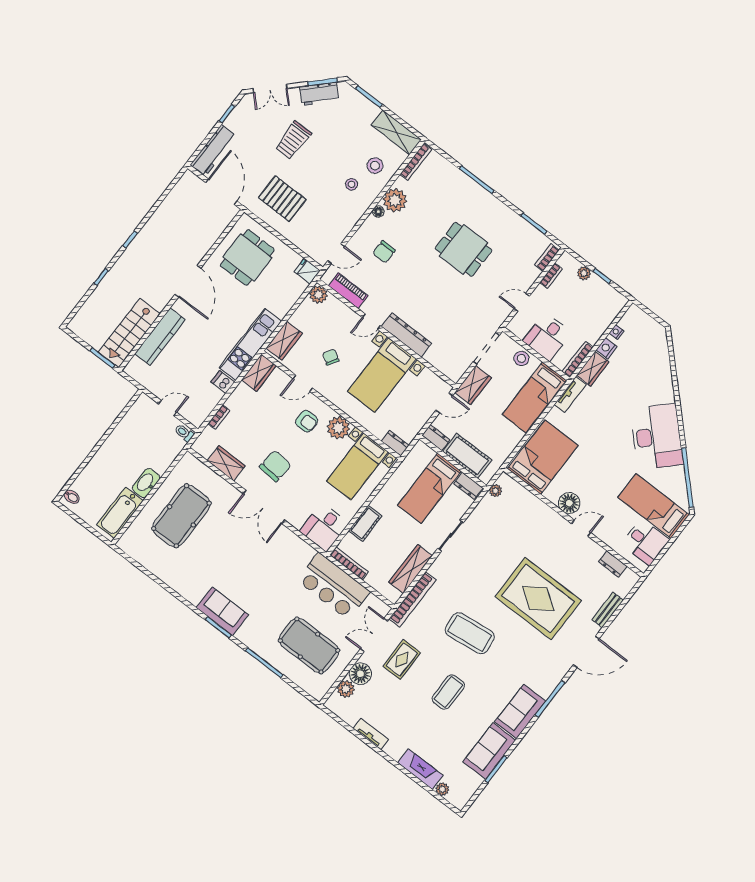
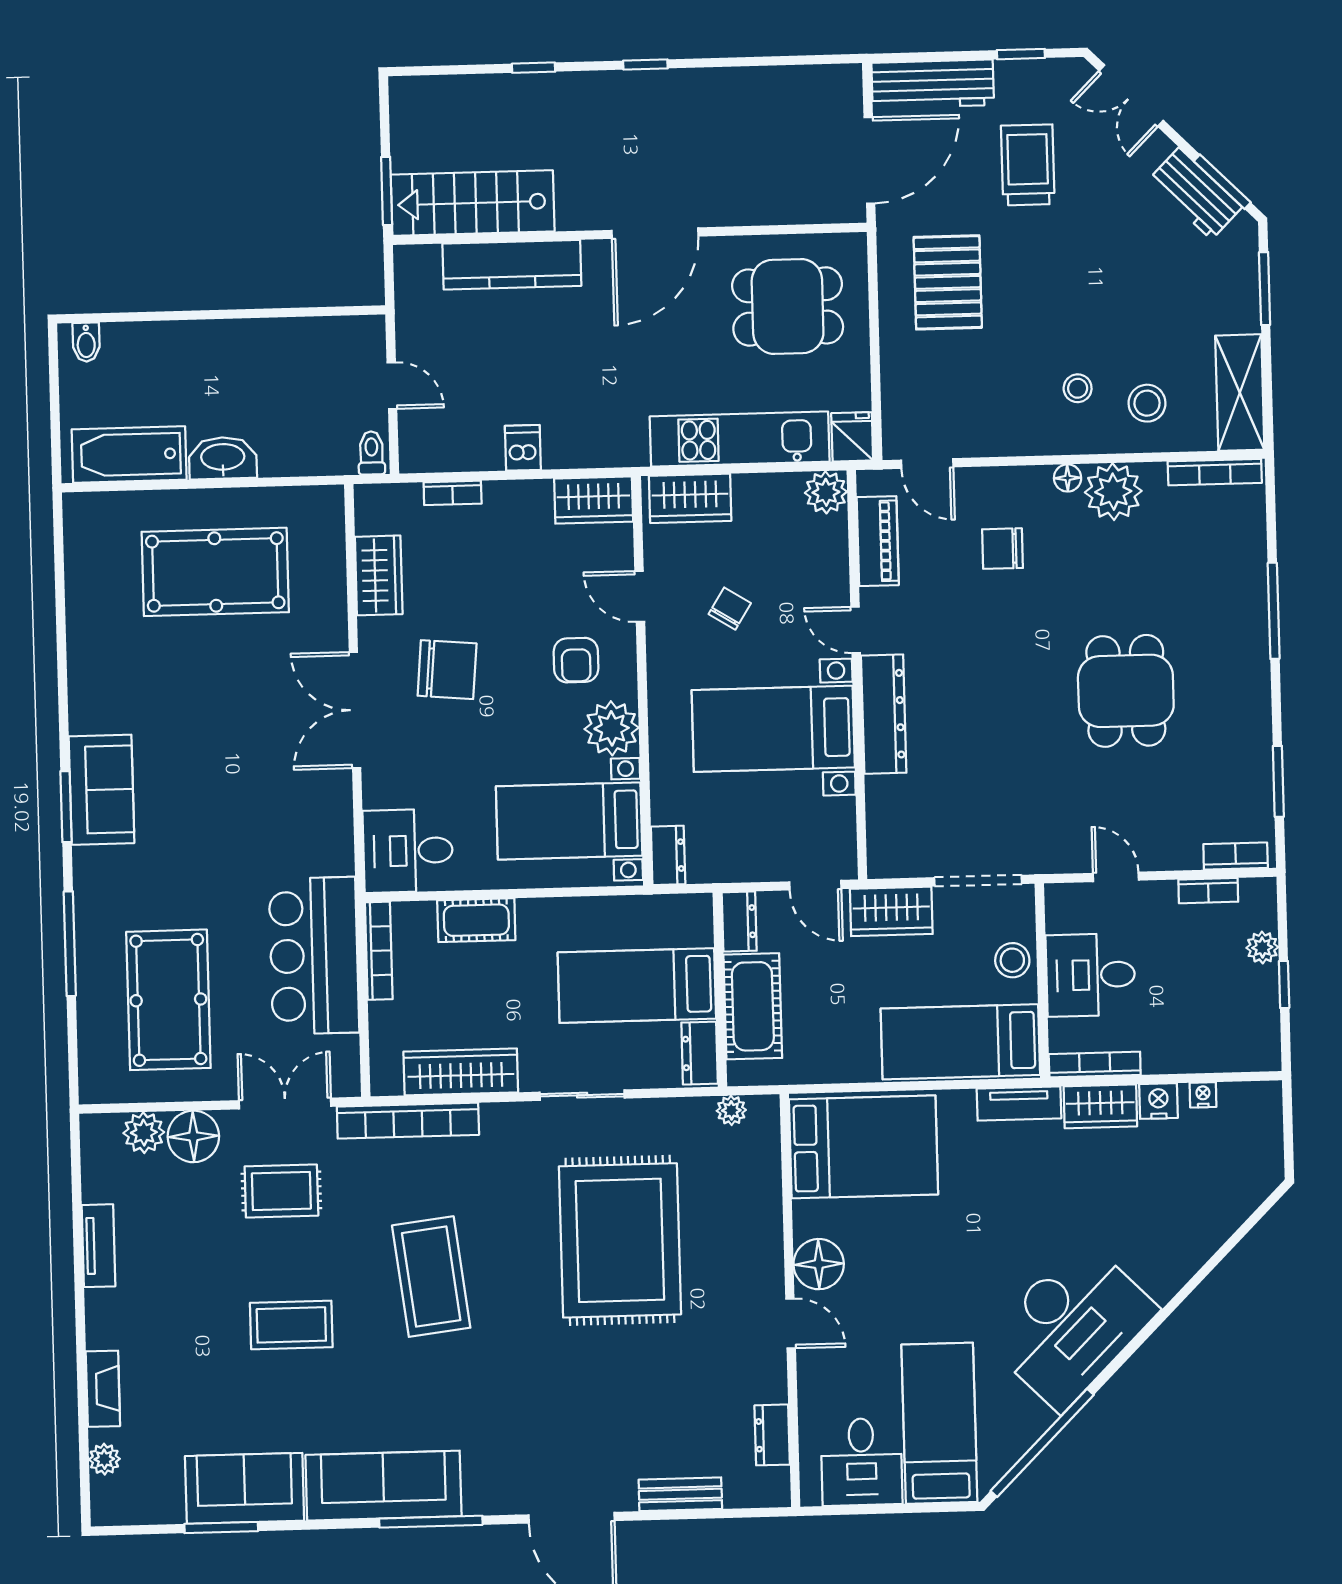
trolley: (293, 140) -> (1028, 165), moved, turned 90
kitchen unit: (250, 345) -> (740, 439), moved
rug: (538, 599) -> (620, 1240), moved
sofa: (520, 712) -> (383, 1486), width x1.36
fireplace: (420, 769) -> (103, 1389), width x0.73, depth x0.76

